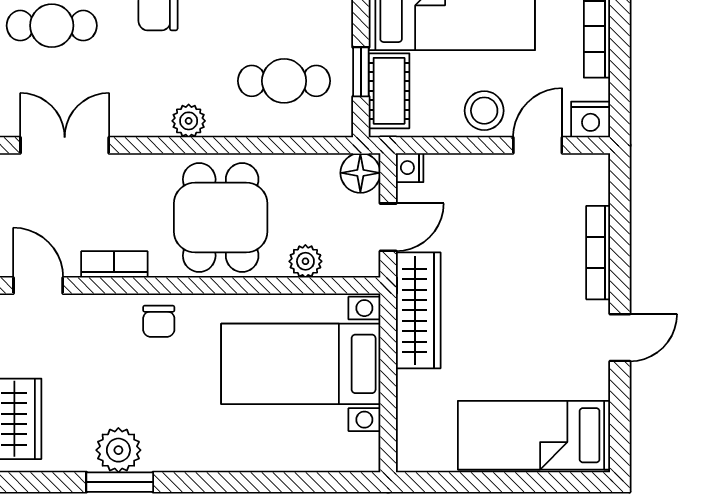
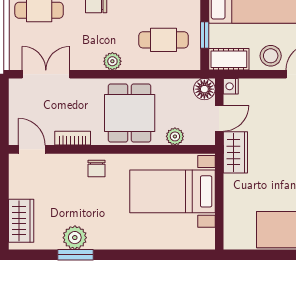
cot: (389, 91) -> (229, 59), moved, turned 90
wardrobe: (418, 310) -> (235, 152), width x0.67

